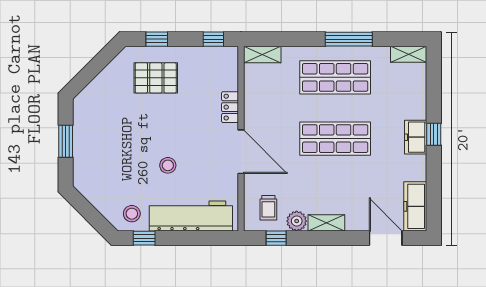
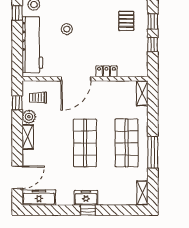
window: (213, 39) -> (153, 45), moved
pallet: (156, 78) -> (126, 21), width x0.67, depth x0.71

